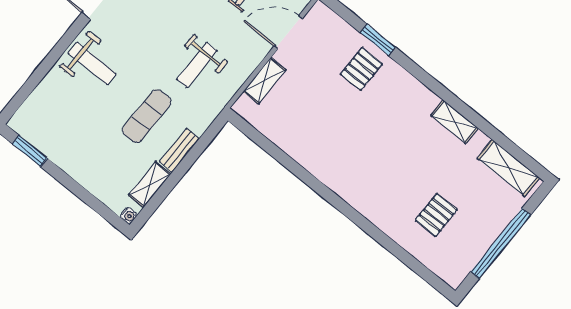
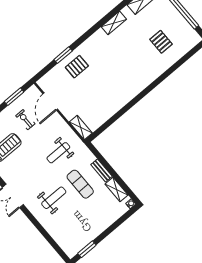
weight bench: (92, 63) -> (54, 198), moved
weight bench: (197, 65) -> (58, 153), turned 90
pallet: (361, 69) -> (77, 67), turned 90
shelving: (265, 81) -> (81, 127), moved

